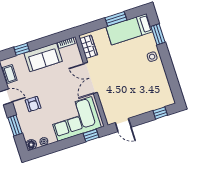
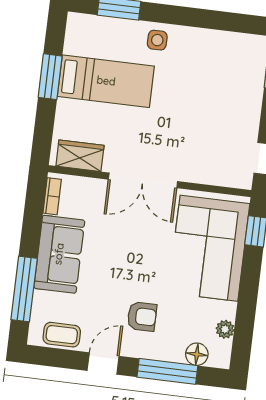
bed: (129, 29) -> (106, 81), moved, turned -90
window: (22, 49) -> (24, 289), width x2.17
window: (15, 125) -> (167, 371), width x1.44
floor lamp: (31, 145) -> (197, 354), moved

